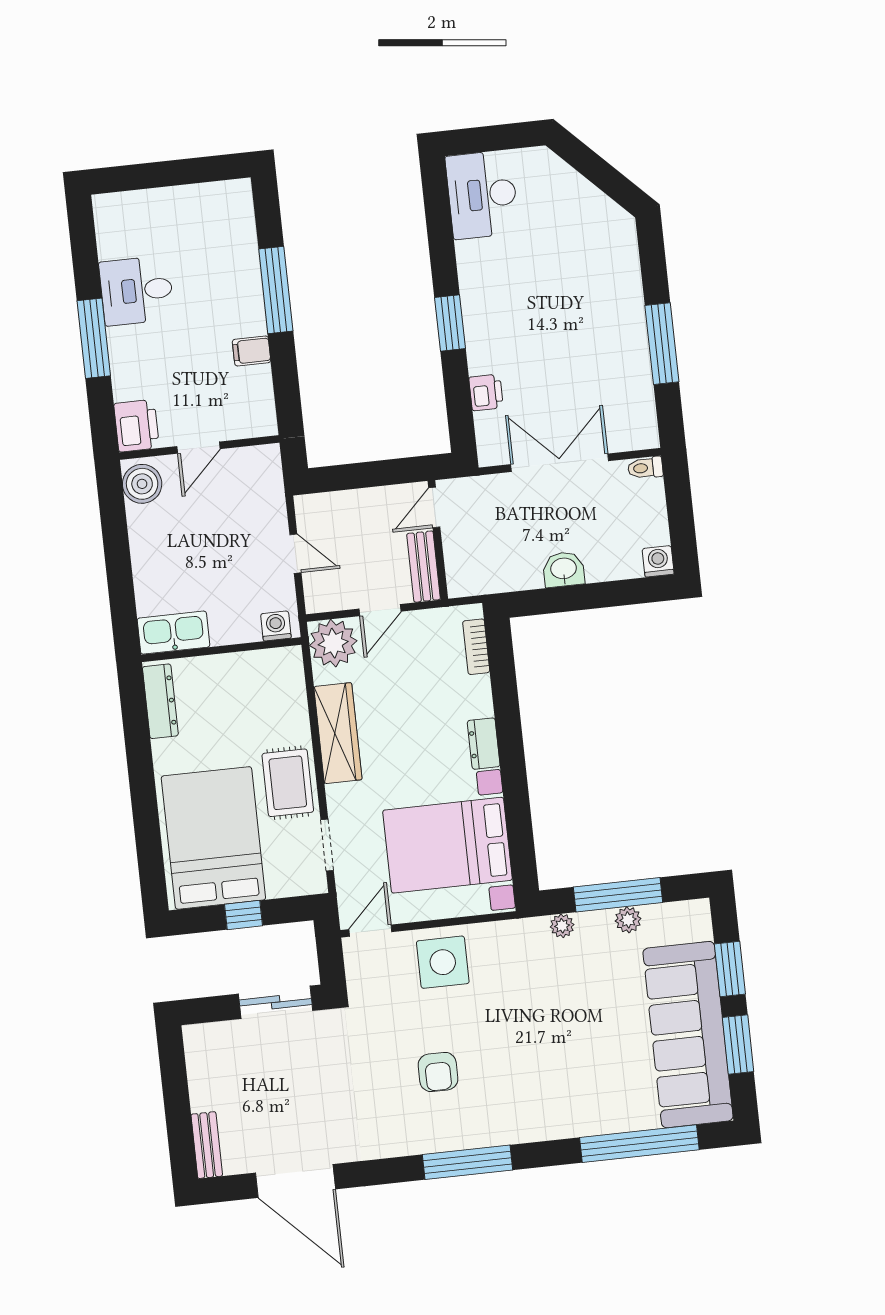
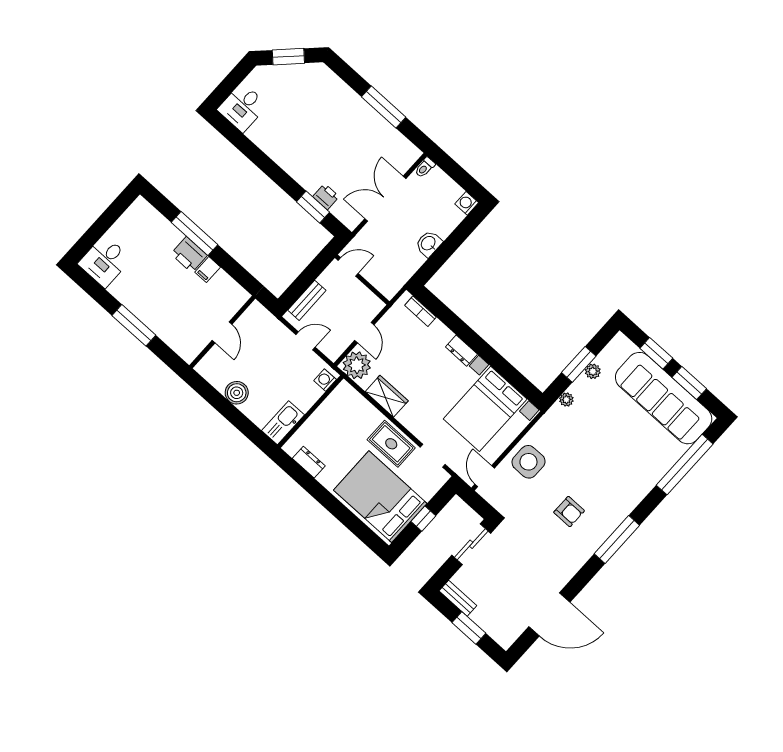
window: (597, 171) -> (288, 57), added
desk: (482, 195) -> (243, 107), width x0.73
desk: (137, 291) -> (105, 261), moved
window: (450, 323) -> (313, 207), moved
printer: (137, 426) -> (189, 255), moved, turned 180
boiler: (142, 484) -> (237, 393), moved
door: (434, 507) -> (348, 267), swing flipped
bench: (424, 567) -> (307, 300), moved, turned 90
dresser: (160, 701) -> (309, 462), width x0.70
wardrobe: (338, 733) -> (387, 396), width x0.67
window: (618, 895) -> (579, 364), width x0.69
window: (177, 1107) -> (469, 628), added
bench: (207, 1145) -> (458, 598), moved

